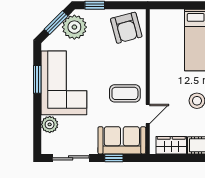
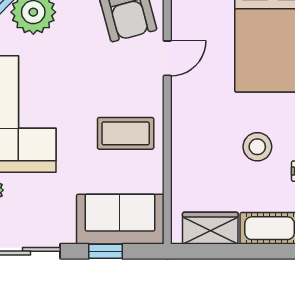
door: (148, 114) -> (167, 58), moved

